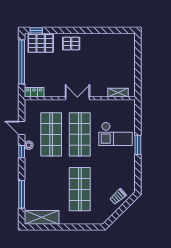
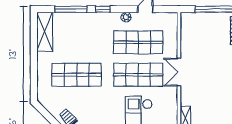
locker: (34, 92) -> (186, 23), removed
double door: (77, 98) -> (179, 72), swing flipped
window: (22, 152) -> (103, 9), moved

